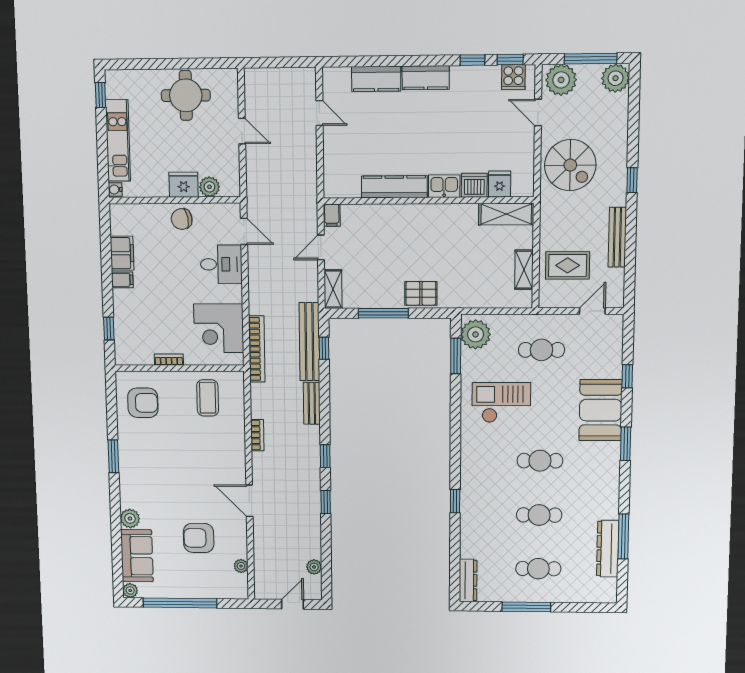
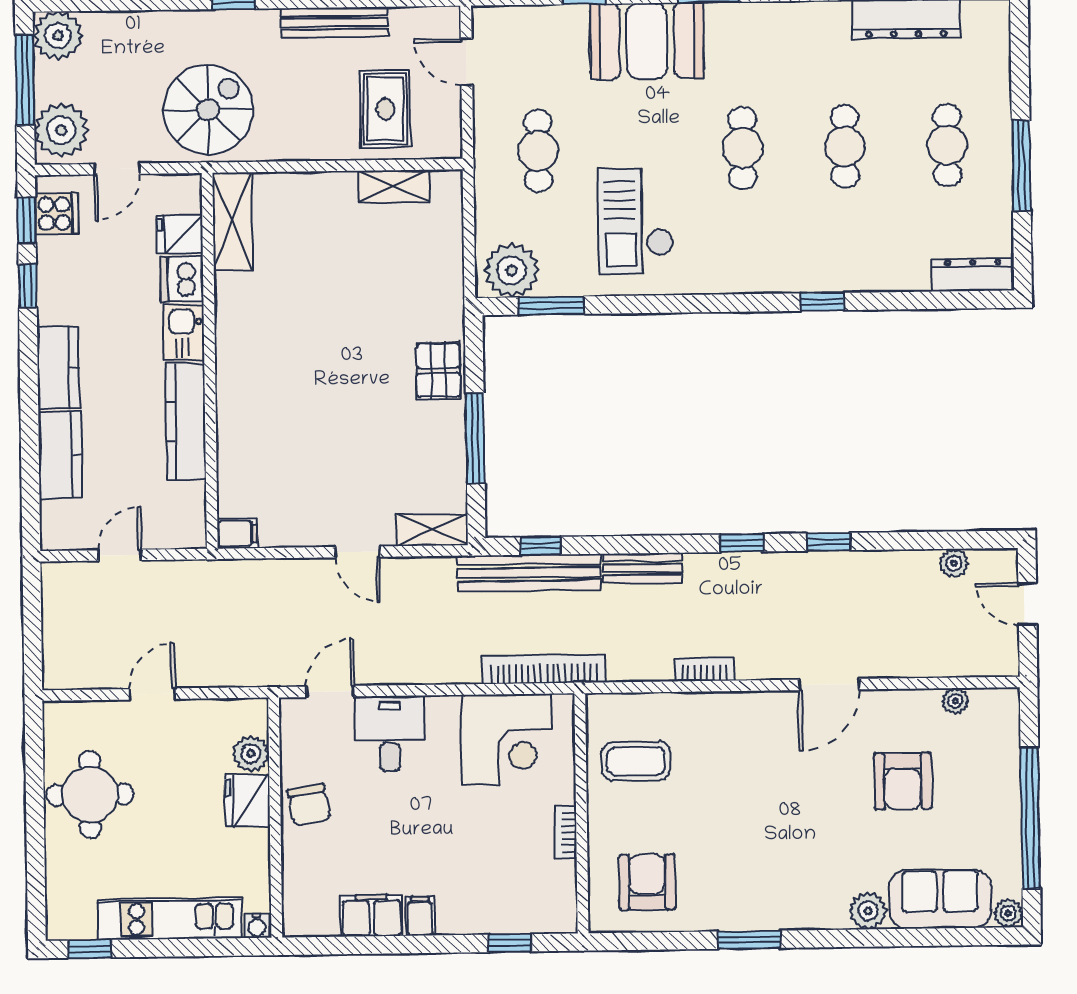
fridge: (500, 184) -> (180, 234), moved
dishwasher: (474, 185) -> (182, 279), moved
kitchen sink: (444, 186) -> (184, 333), moved
kitchen counter: (394, 187) -> (186, 422), moved
wall: (428, 201) -> (210, 361), moved
shelving: (506, 214) -> (232, 221), moved
filing cabinet: (332, 215) -> (237, 533), moved

